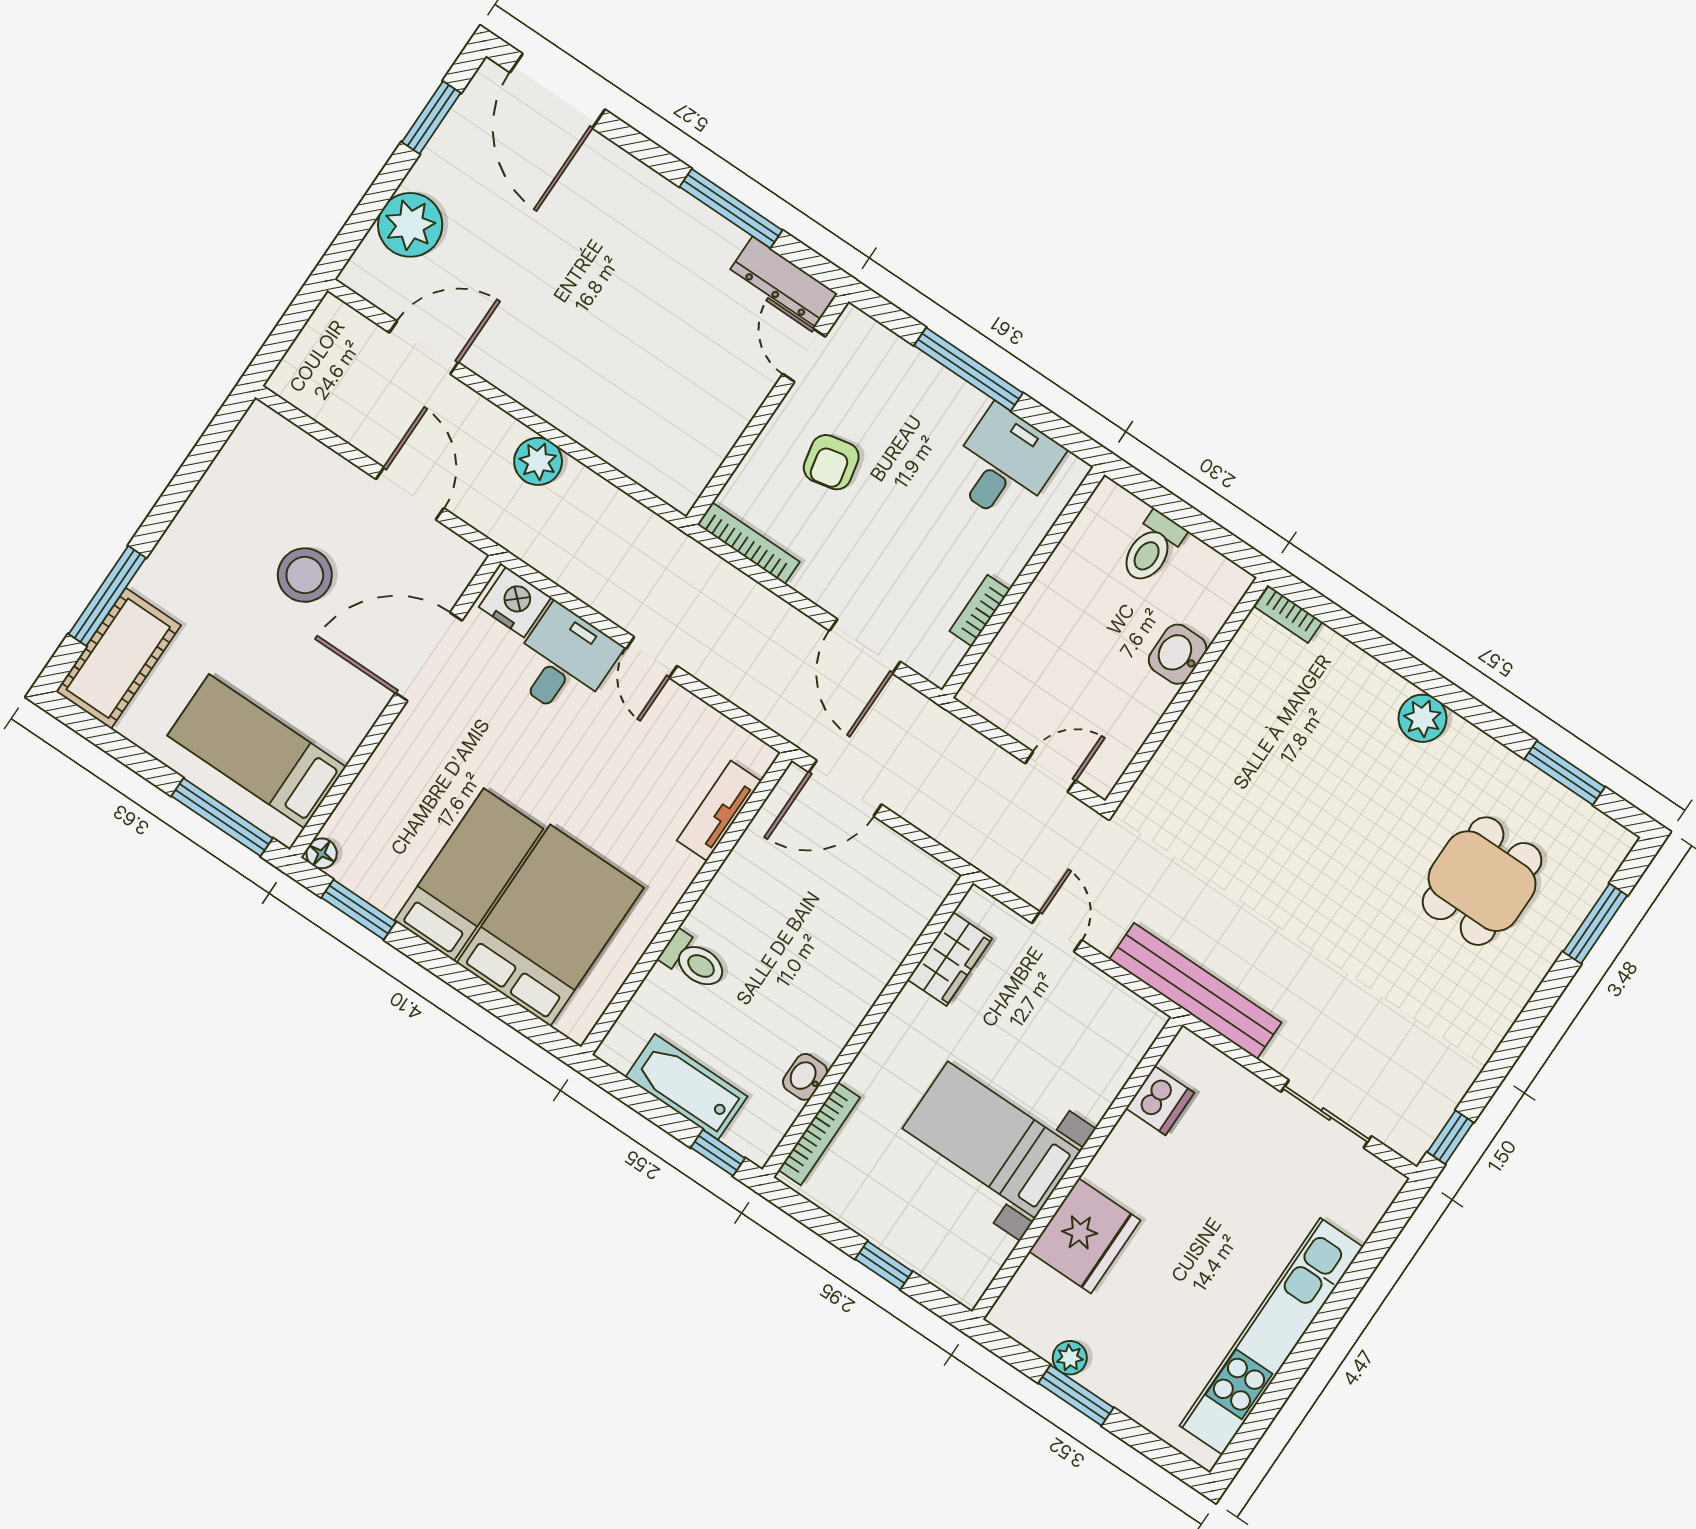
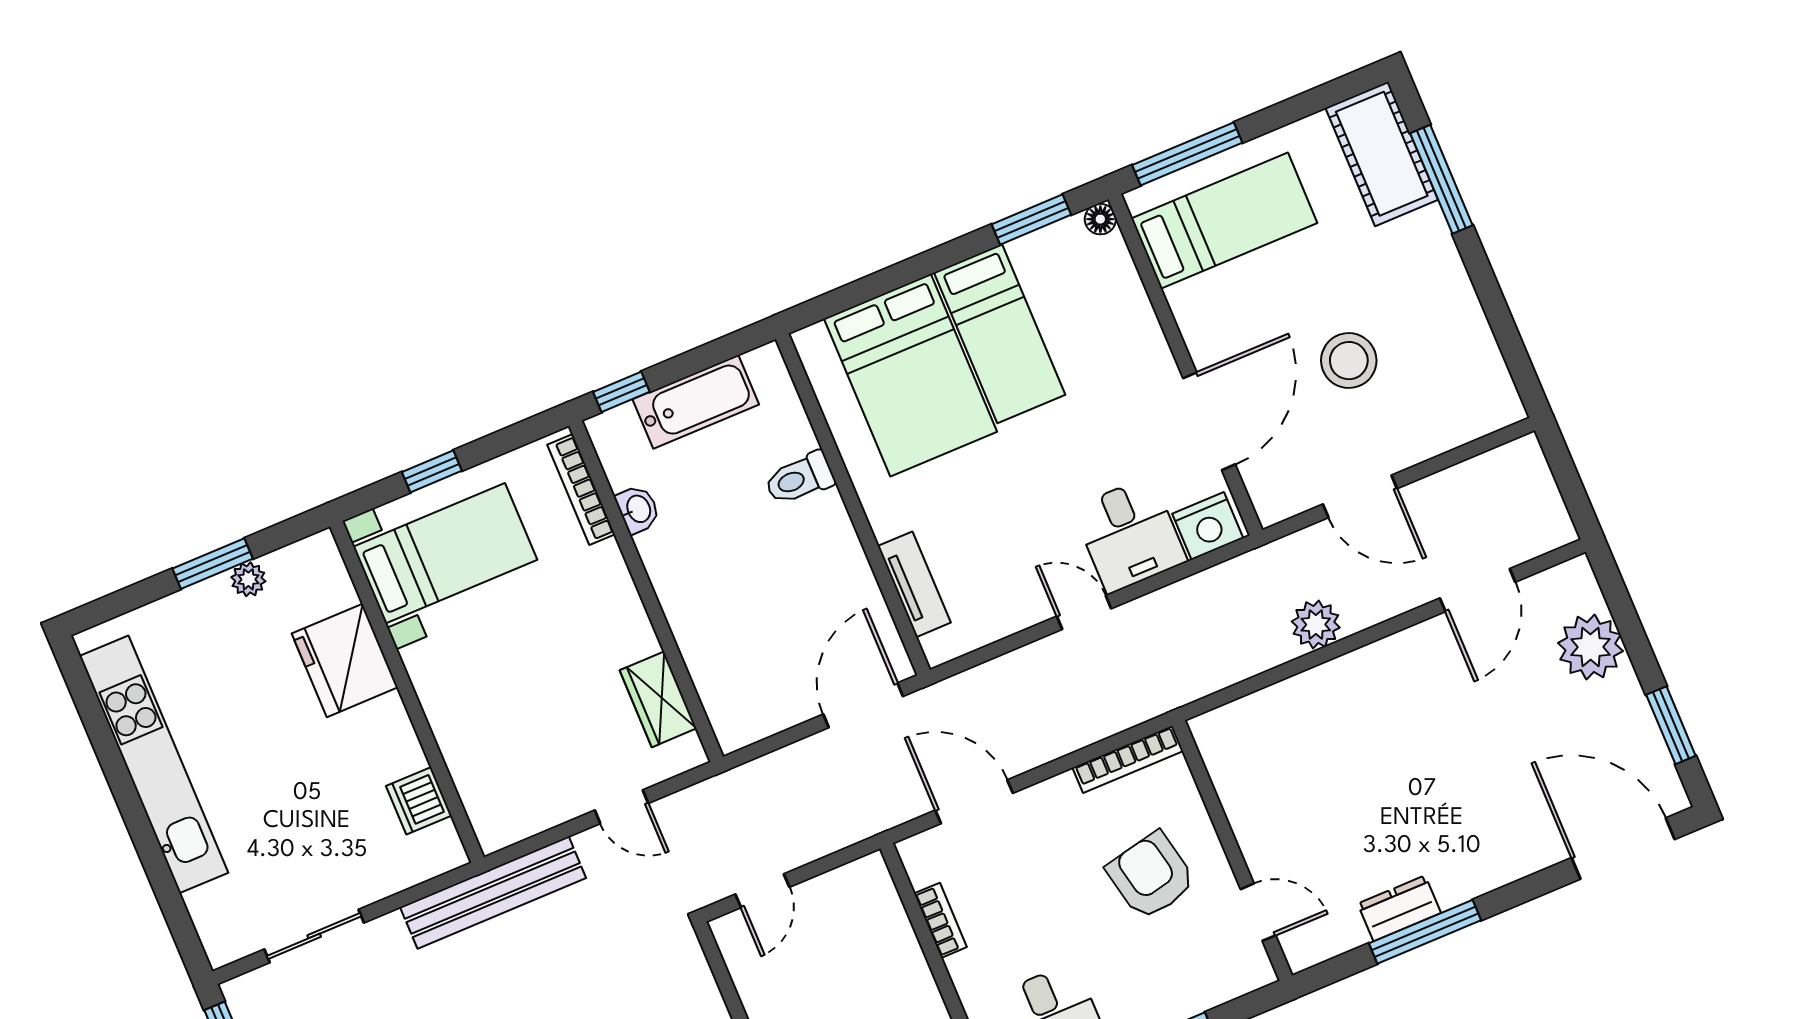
dresser: (784, 282) -> (1399, 908), moved, width x0.70
armchair: (831, 462) -> (1151, 876), width x1.38, depth x1.38
bed with nightstands: (992, 1140) -> (445, 553), moved

